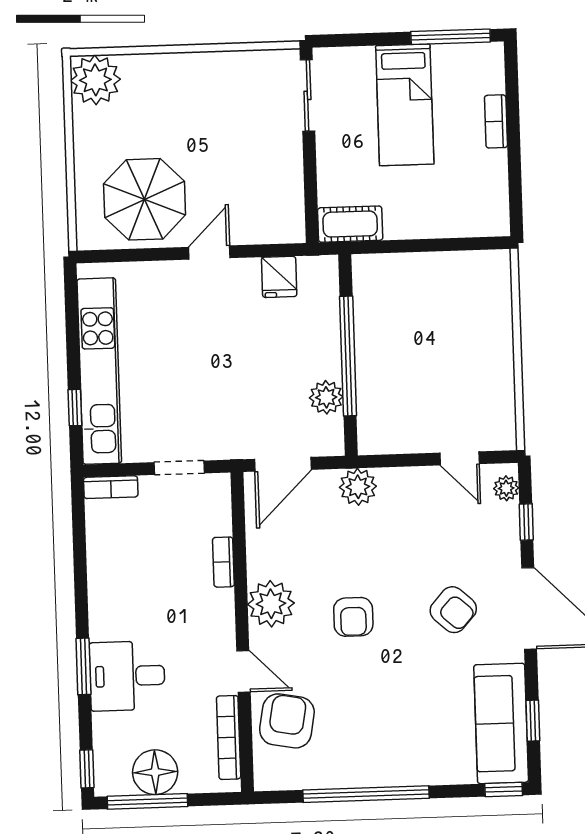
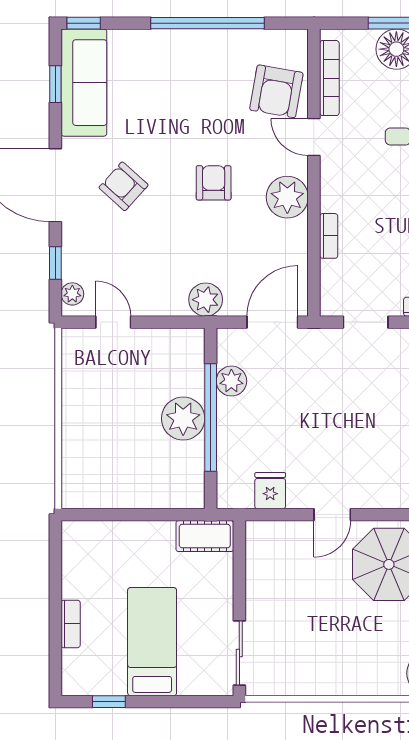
window: (451, 37) -> (109, 702), width x0.46
plant: (378, 354) -> (183, 419), added

